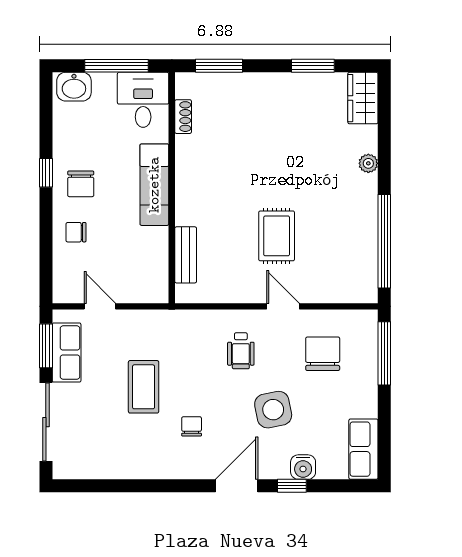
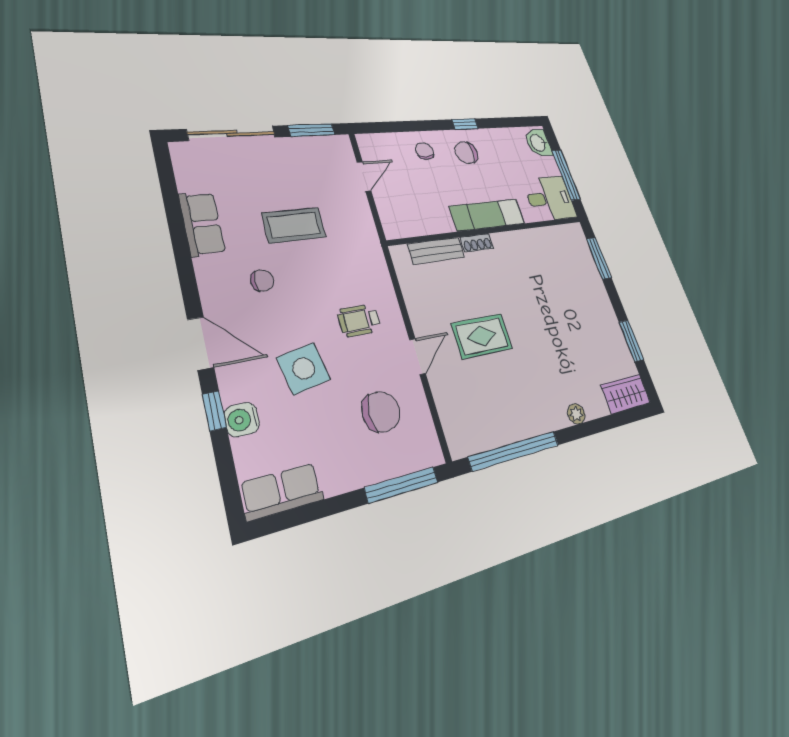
shoe rack: (183, 117) -> (477, 243), moved
row of seats: (67, 353) -> (202, 224), moved, turned -90

